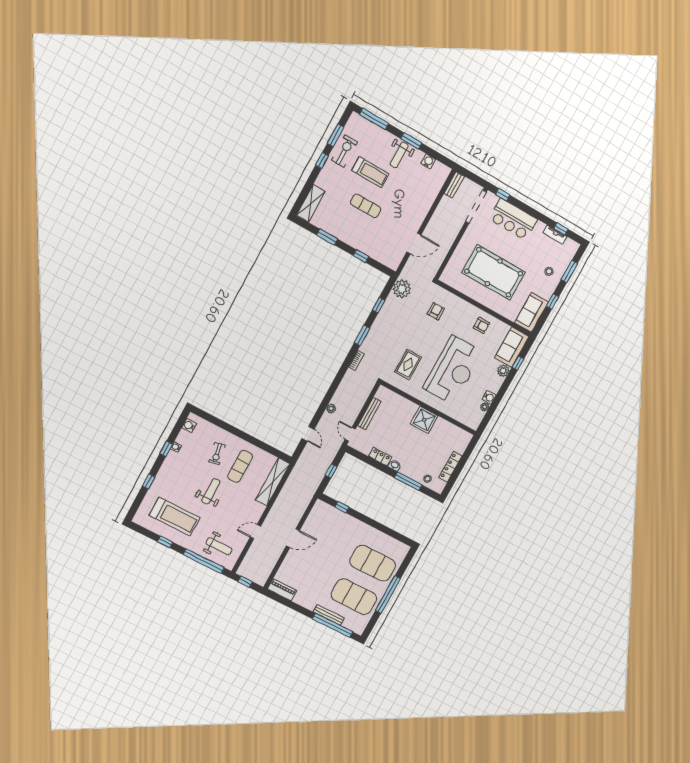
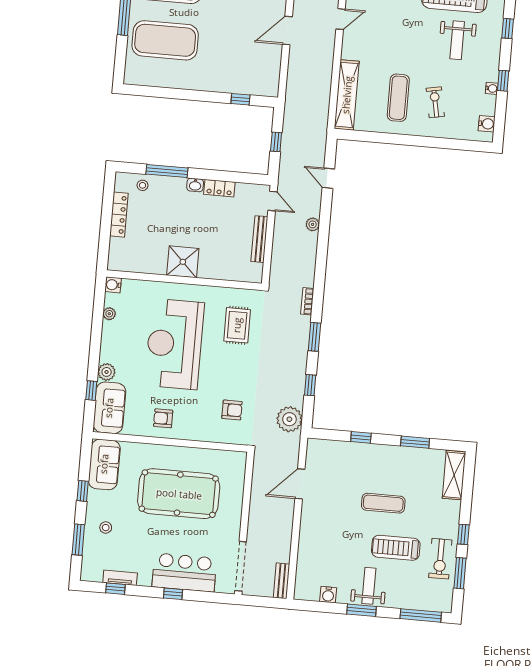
window: (503, 195) -> (173, 594), moved
armchair: (436, 311) -> (232, 410), turned -90
water cooler: (489, 397) -> (113, 285), moved
weight bench: (211, 491) -> (457, 40), moved

